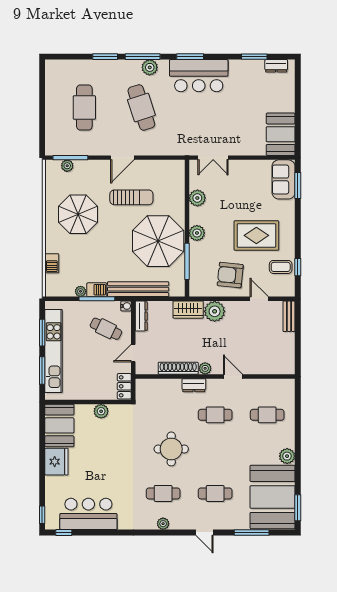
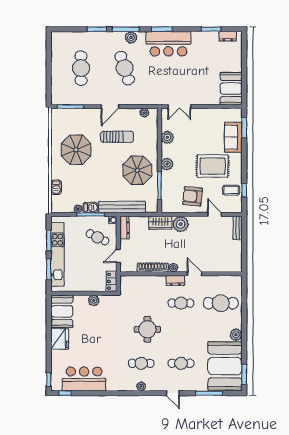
plant: (67, 166) -> (144, 113), moved
sofa: (283, 179) -> (233, 137), moved
parasol: (158, 241) -> (137, 170), width x0.73, depth x0.73
dresser: (194, 385) -> (175, 281), moved
cafe table: (267, 415) -> (221, 303), width x1.37, depth x1.35

